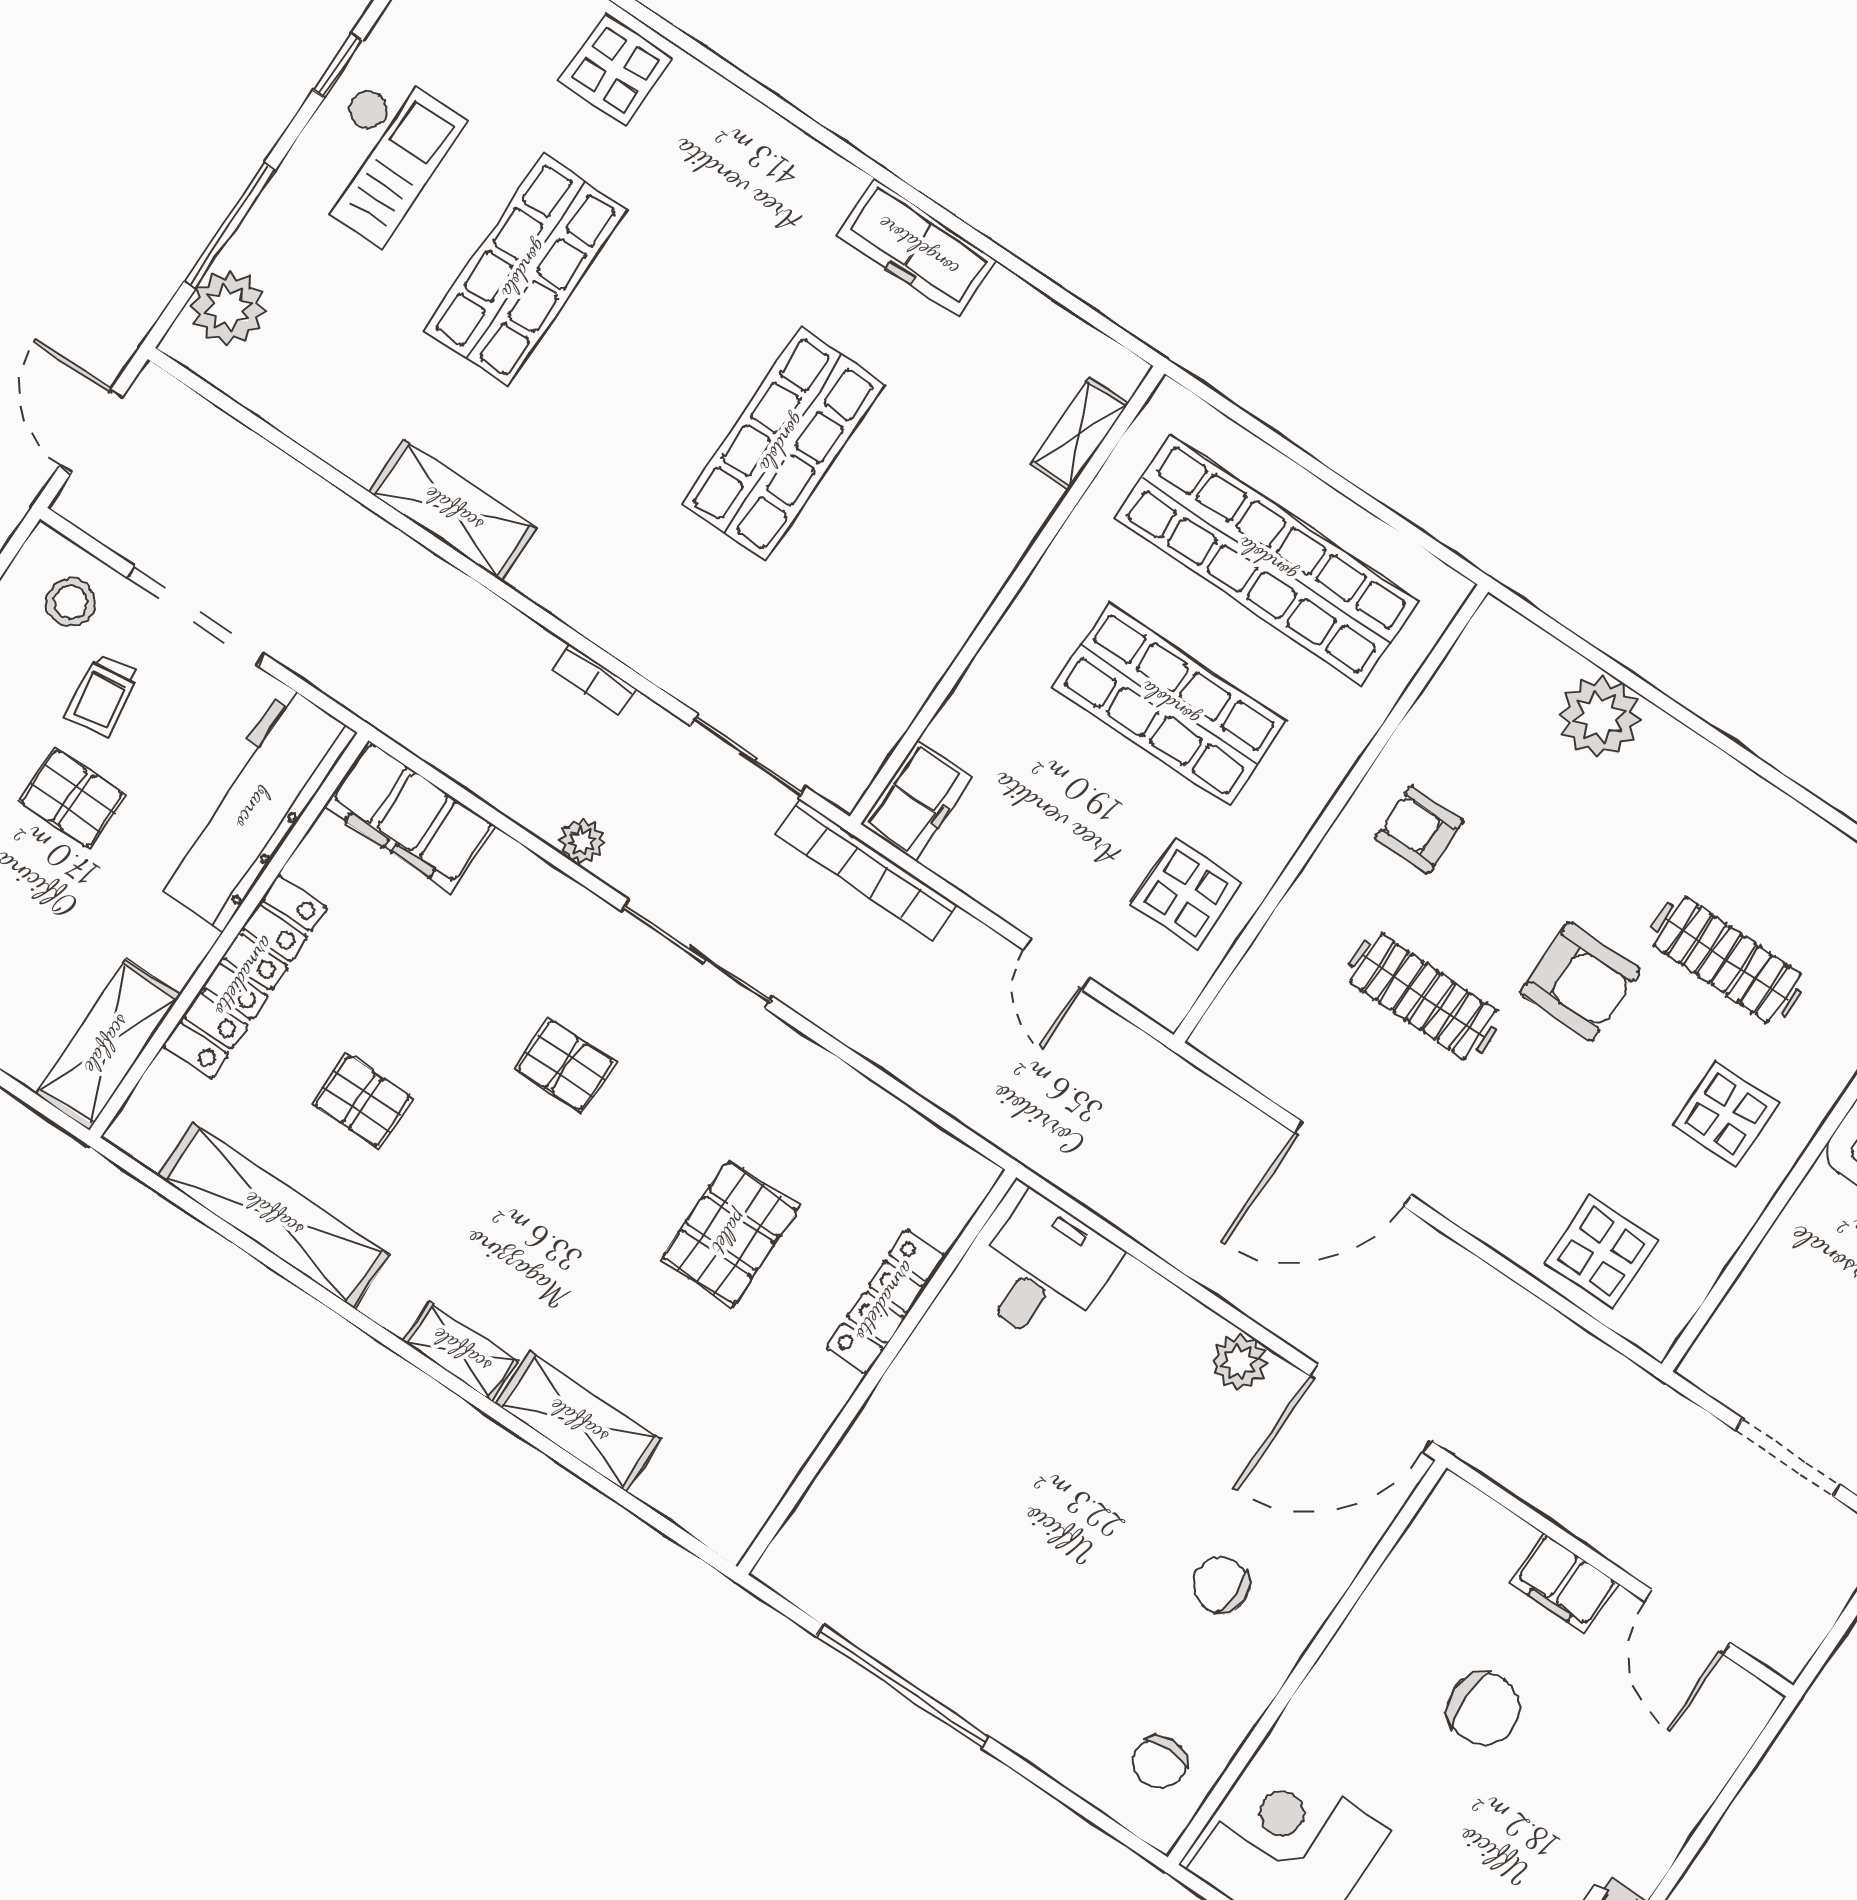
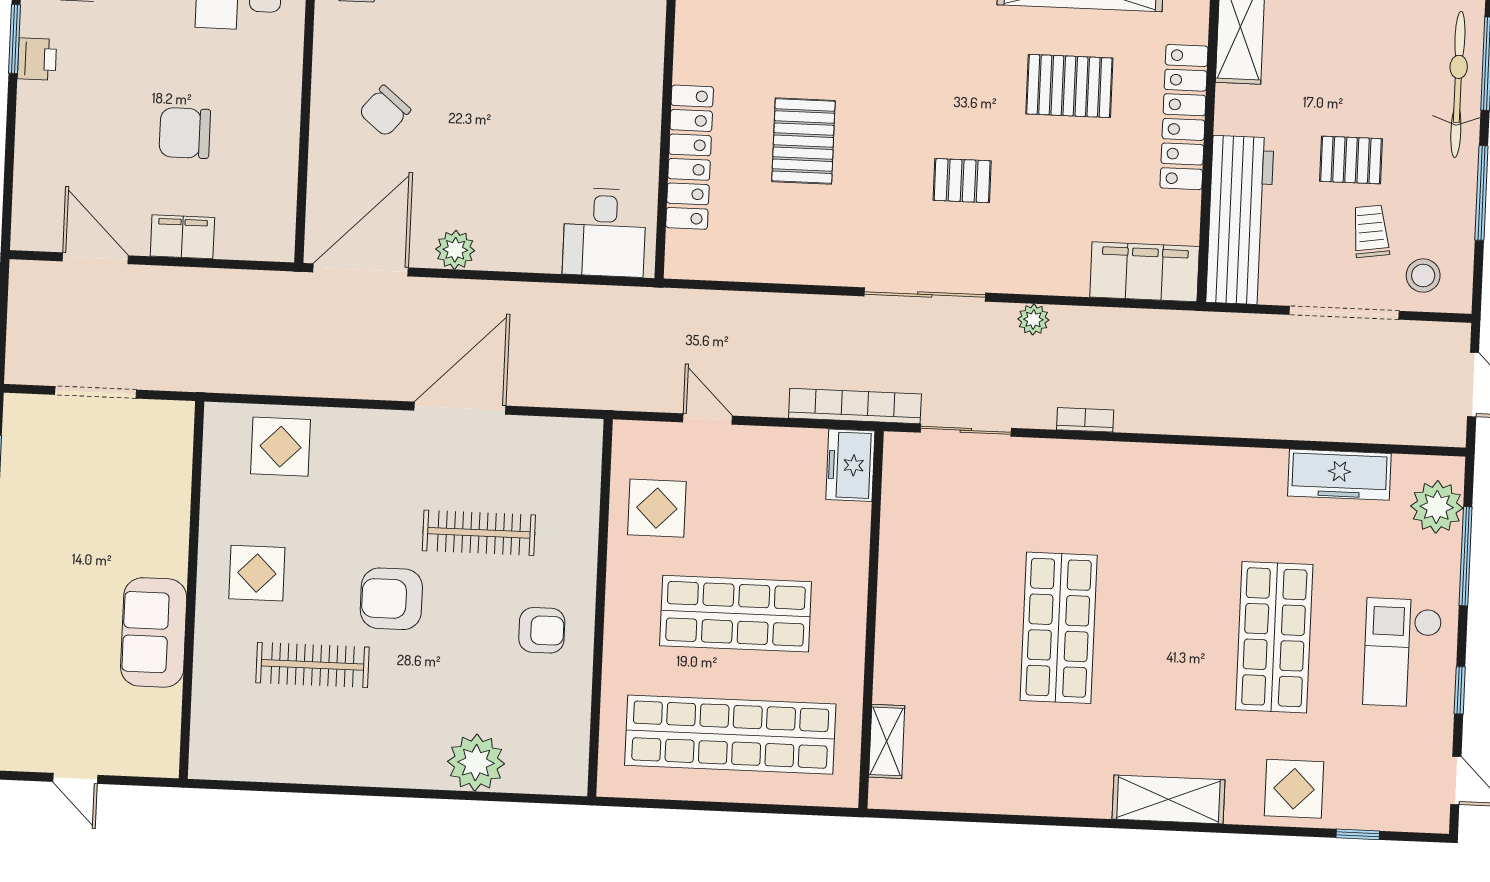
freezer: (917, 247) -> (1339, 475), moved, turned 180
shelving: (453, 510) -> (1168, 799), moved
pallet: (362, 1101) -> (1069, 86), width x1.50, depth x1.42
locker: (886, 1302) -> (690, 157), width x1.41, depth x1.21
chair: (1221, 1585) -> (385, 111), turned 130

